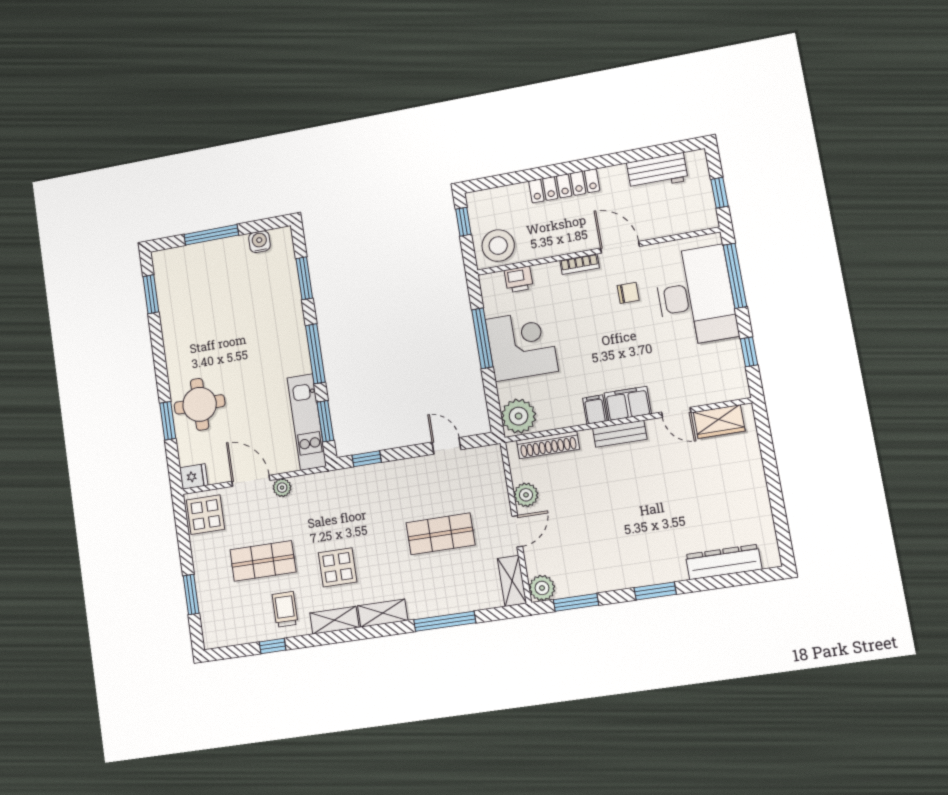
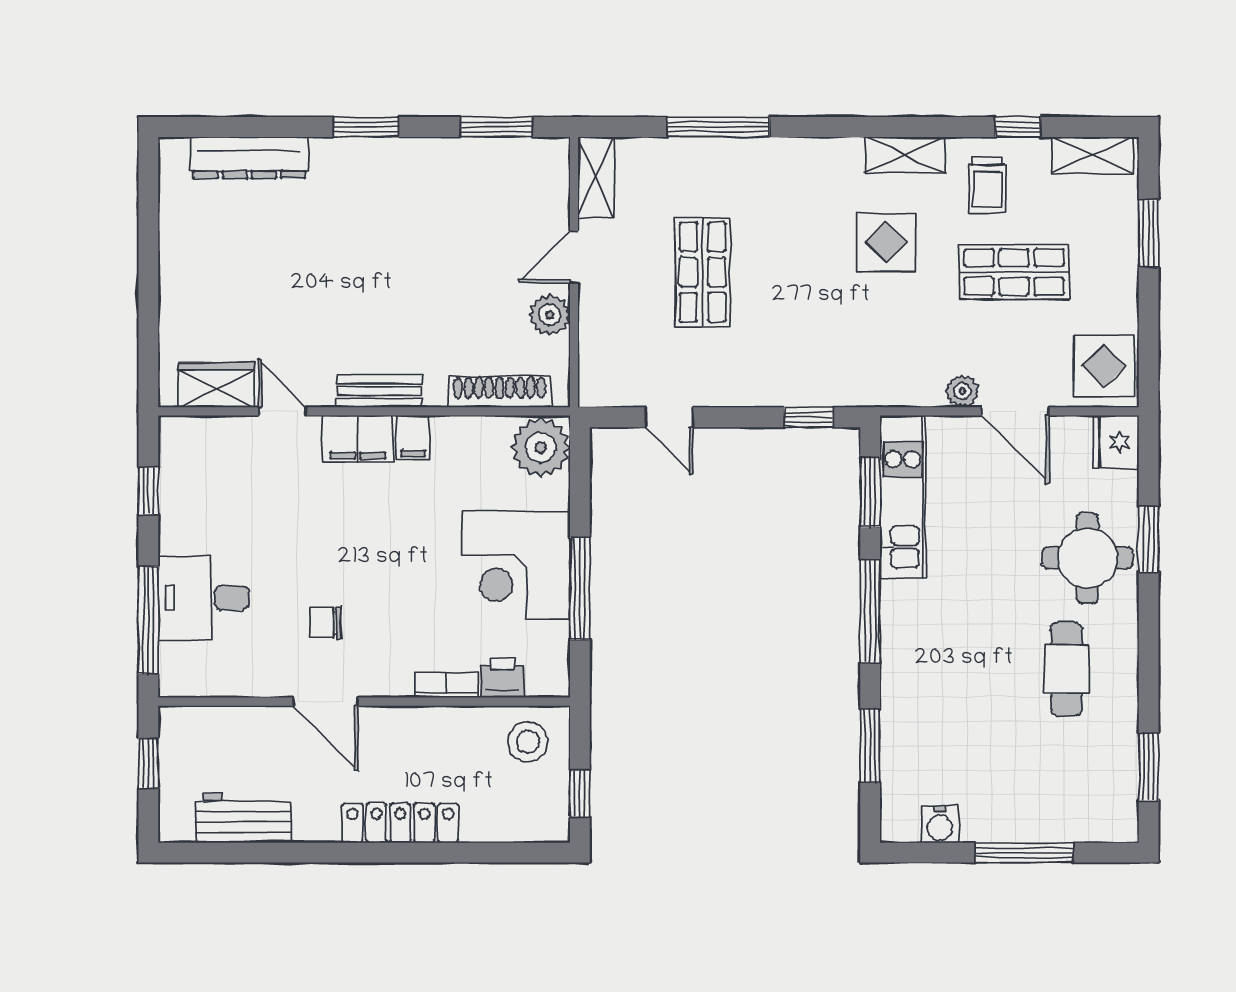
stool: (498, 246) -> (528, 742), width x0.73, depth x0.73
bookcase: (580, 264) -> (446, 685), moved
desk: (695, 296) -> (204, 598), width x0.53, depth x0.77
cafe table: (202, 340) -> (1067, 669), added
fridge: (194, 477) -> (1116, 442), width x1.38
shop shelf: (441, 534) -> (703, 272), turned 90
plant: (542, 588) -> (548, 158), removed
shelving: (383, 613) -> (1093, 155), moved

